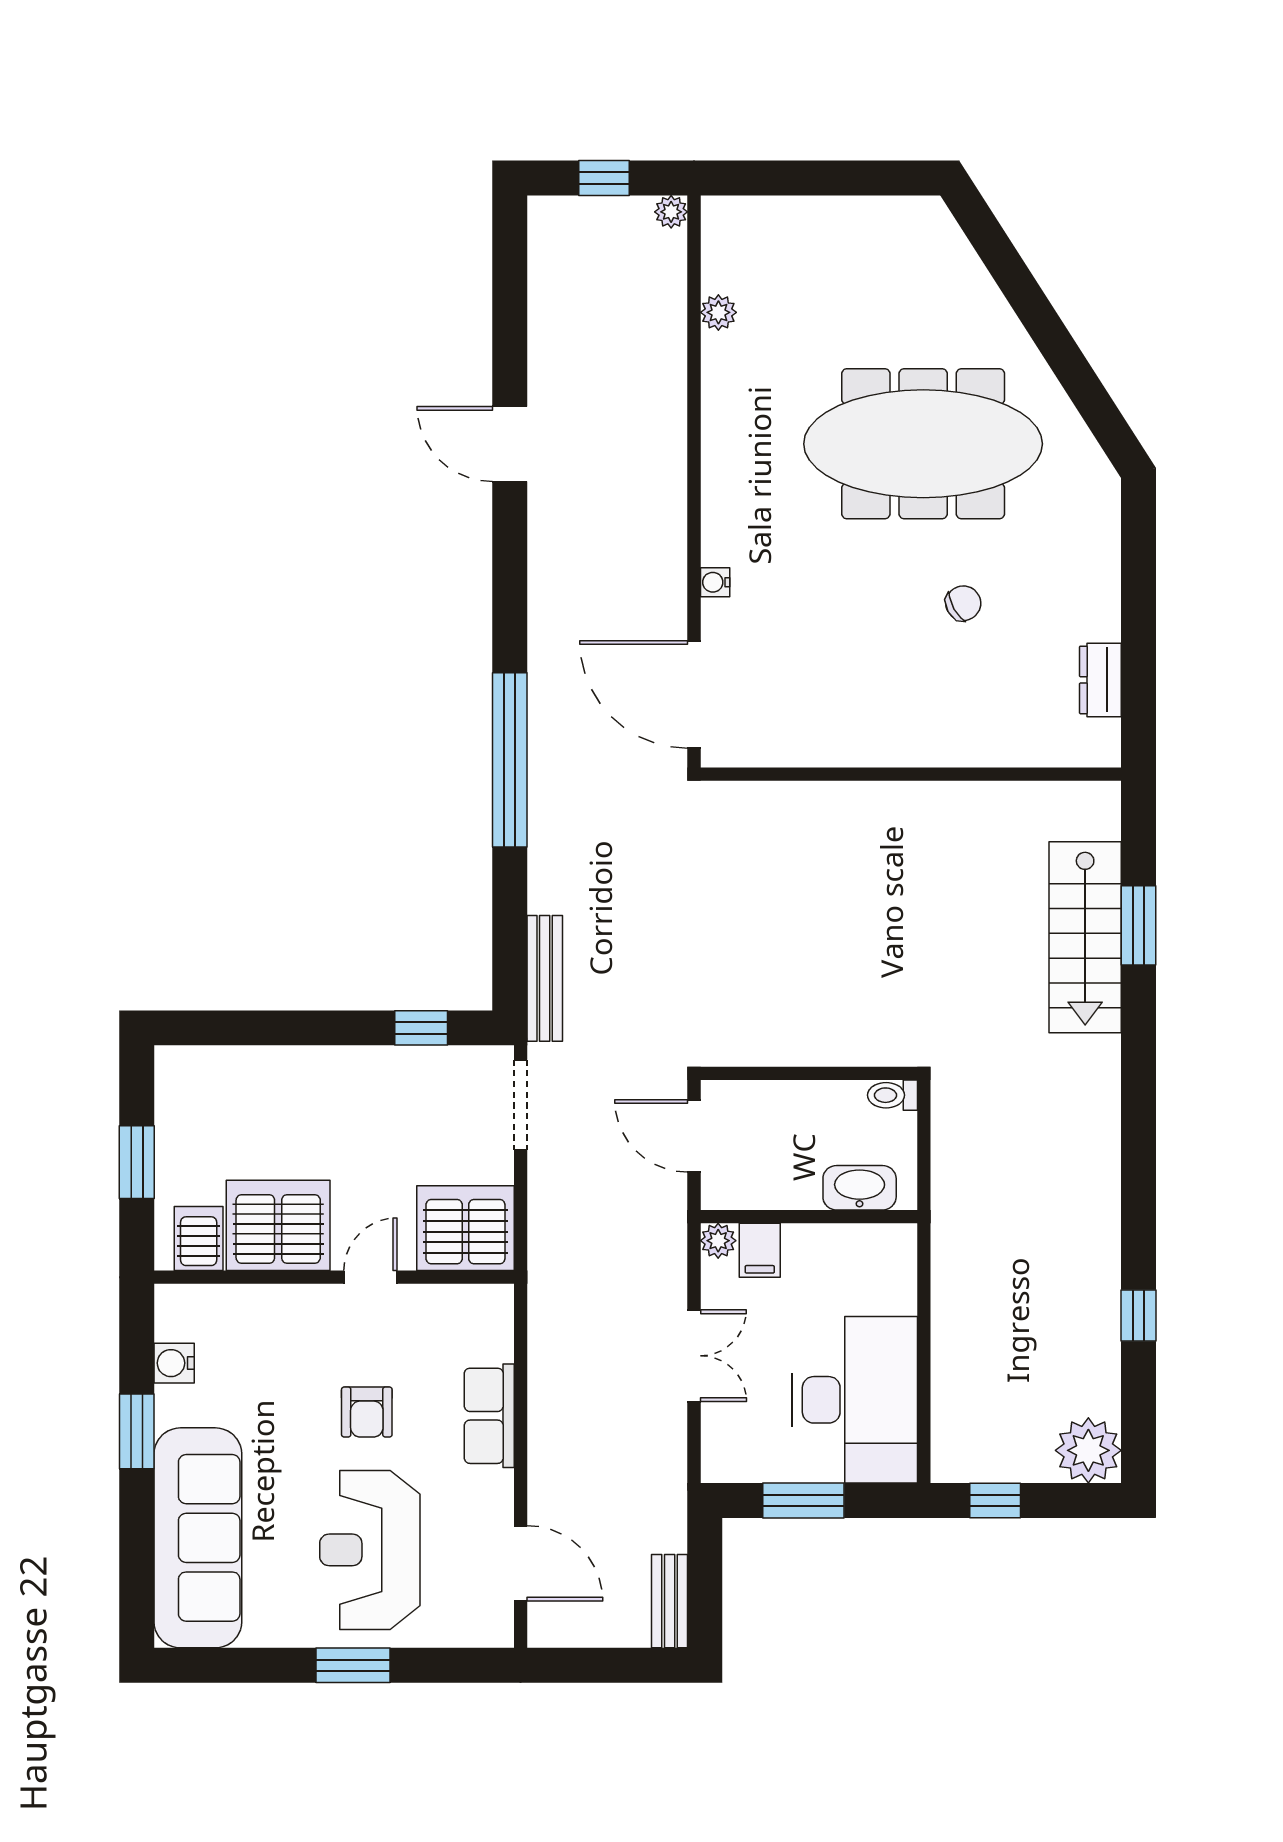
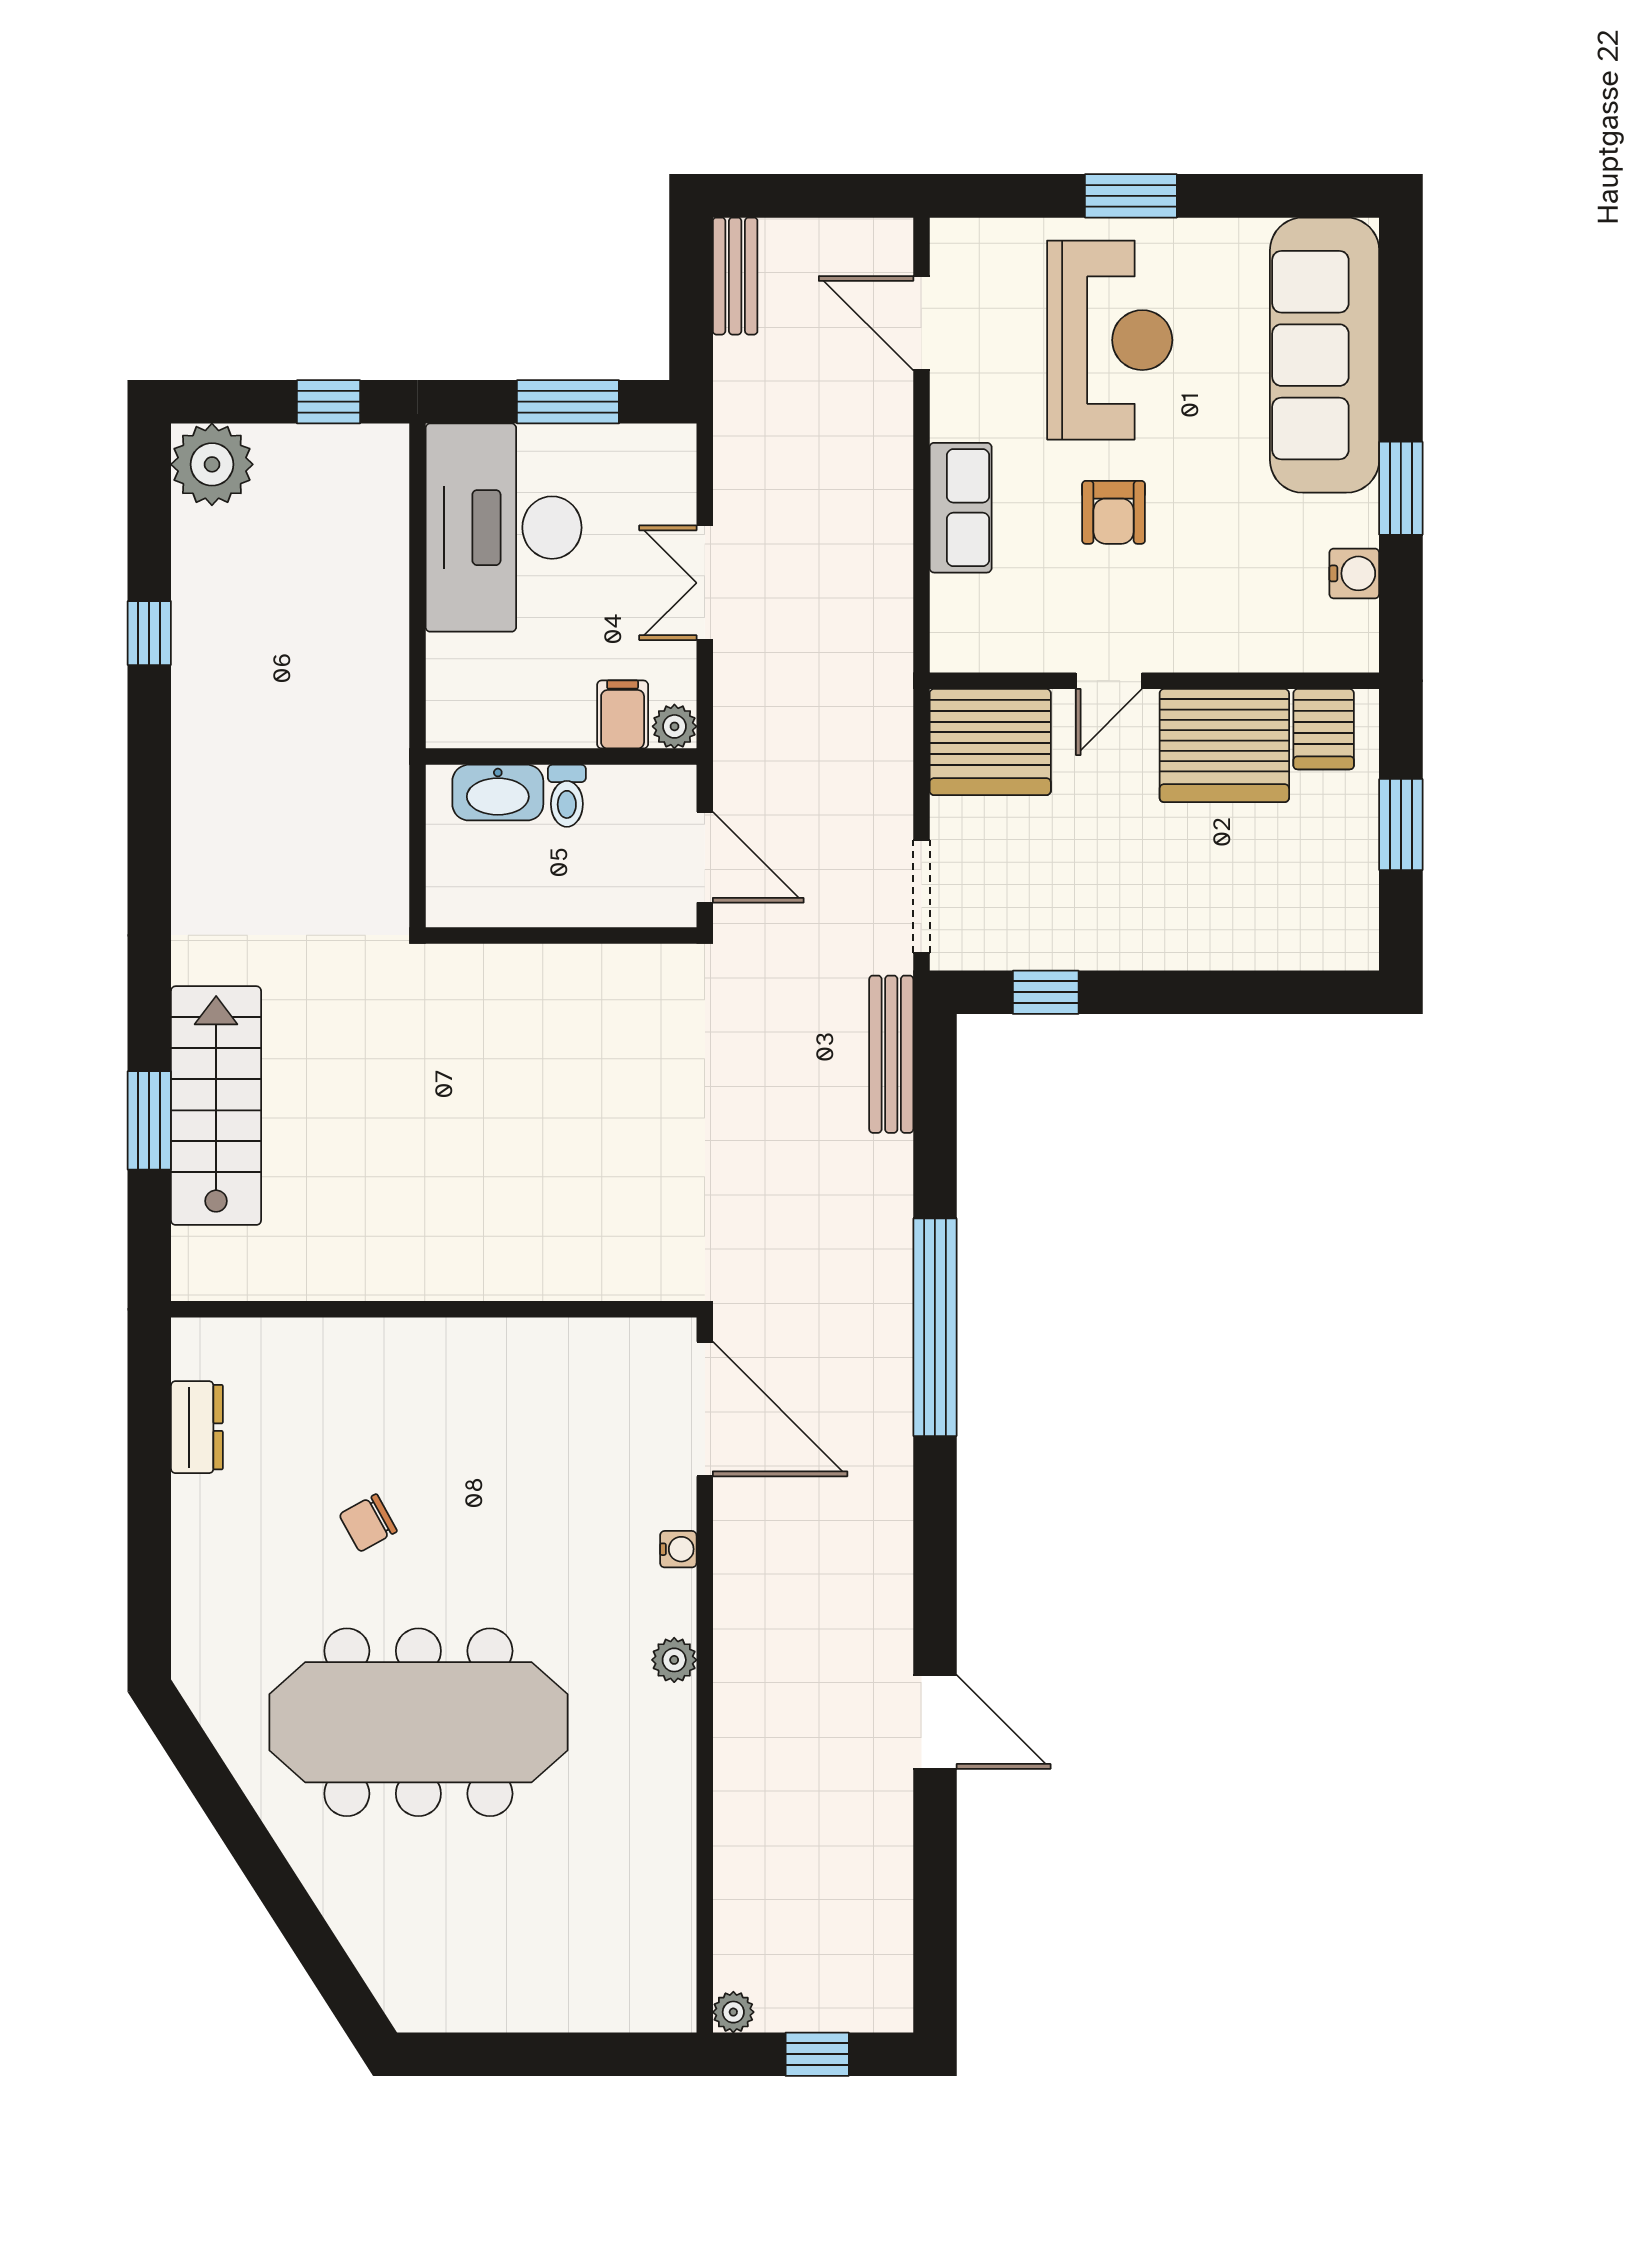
plant: (718, 312) -> (674, 1660), moved
toilet: (892, 1095) -> (567, 796), moved, turned 90
armchair: (367, 1412) -> (1114, 512), turned 180

